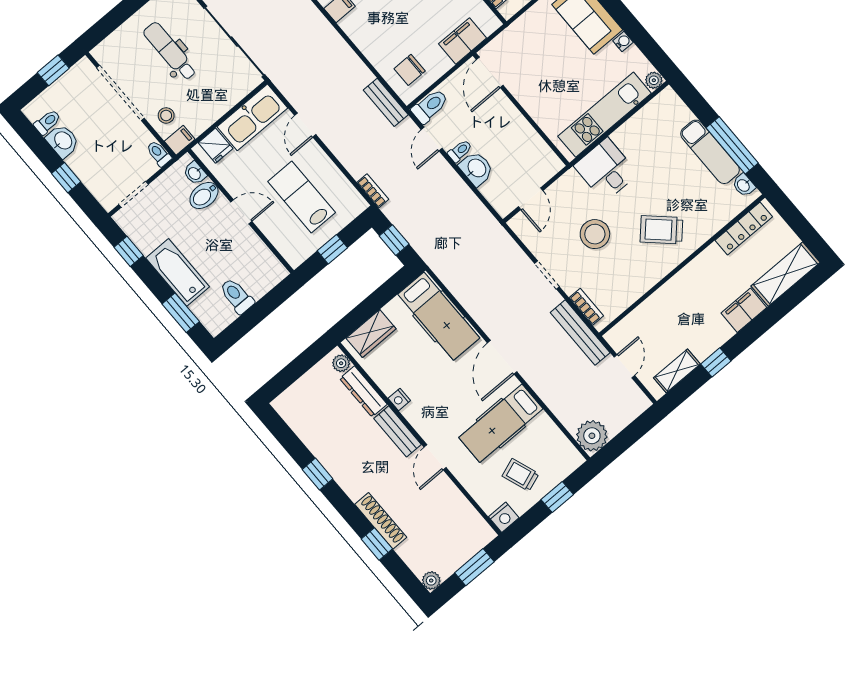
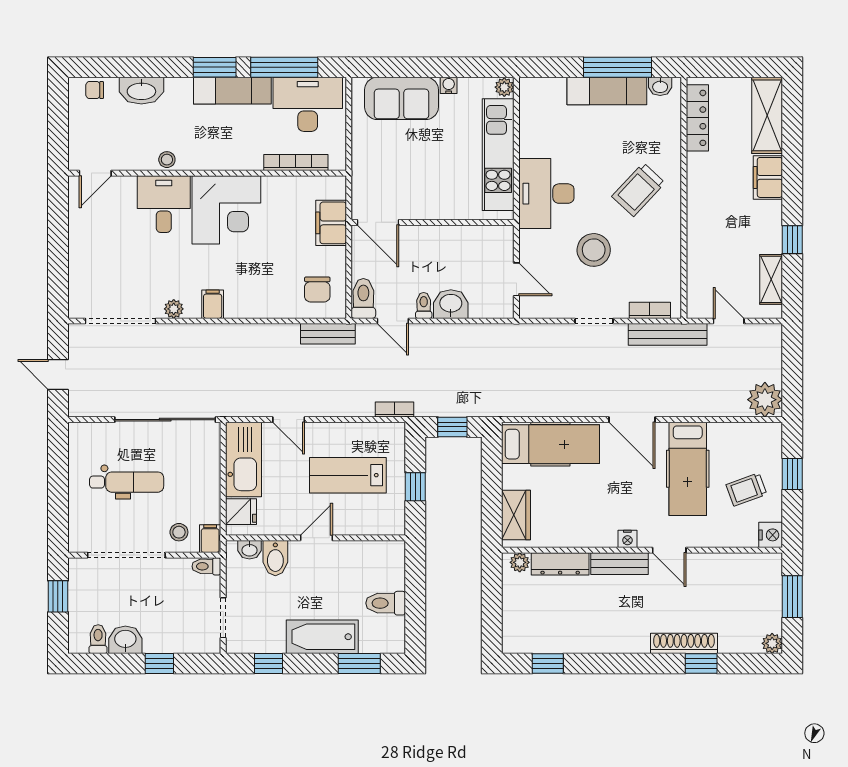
dental chair: (170, 51) -> (127, 482), turned 180
desk: (606, 170) -> (546, 194), width x1.37
nightstand: (399, 399) -> (627, 539), moved
window: (318, 474) -> (548, 664), moved

